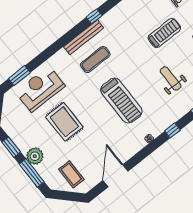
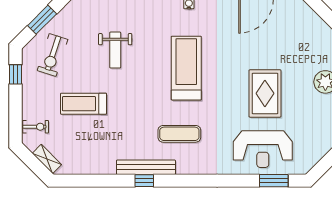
bench: (84, 37) -> (146, 167), moved
coffee table: (71, 174) -> (302, 32), removed

